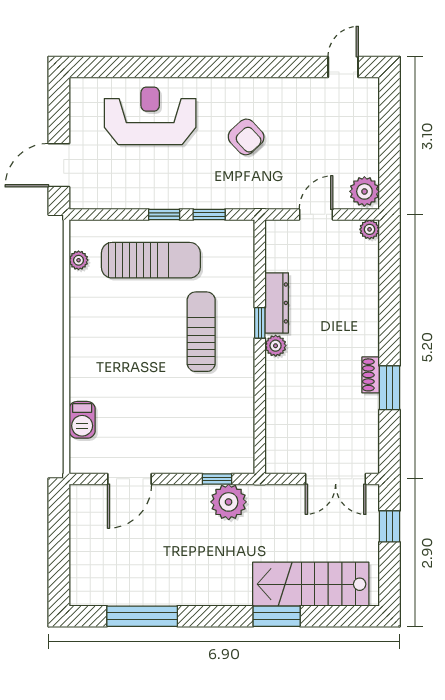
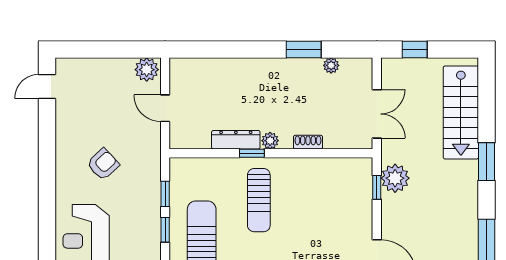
door: (343, 67) -> (47, 87), hinge flipped
plant: (370, 229) -> (331, 65), moved
sun lounger: (201, 332) -> (259, 200), turned -90
shoe rack: (371, 375) -> (308, 142), moved, turned 180
double door: (336, 479) -> (377, 114), moved
window: (277, 616) -> (487, 162), moved

